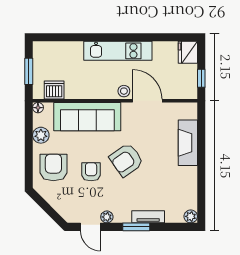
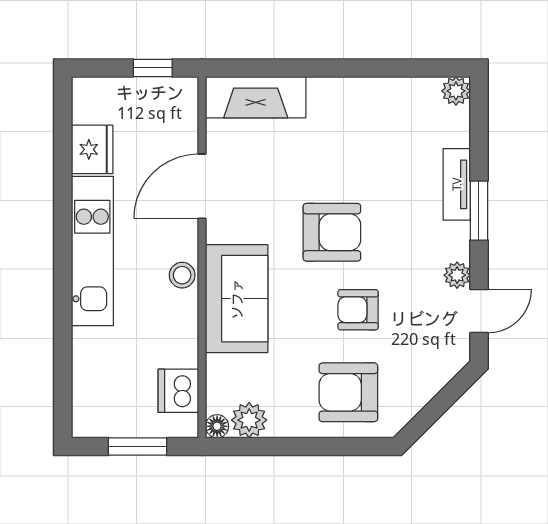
fridge: (188, 52) -> (92, 149), moved, turned -90
stool: (124, 91) -> (182, 275), moved
sofa: (87, 117) -> (237, 299), width x0.73
plant: (41, 135) -> (249, 420), moved
fireplace: (188, 143) -> (256, 97), moved
armchair: (126, 160) -> (332, 232), turned -55

